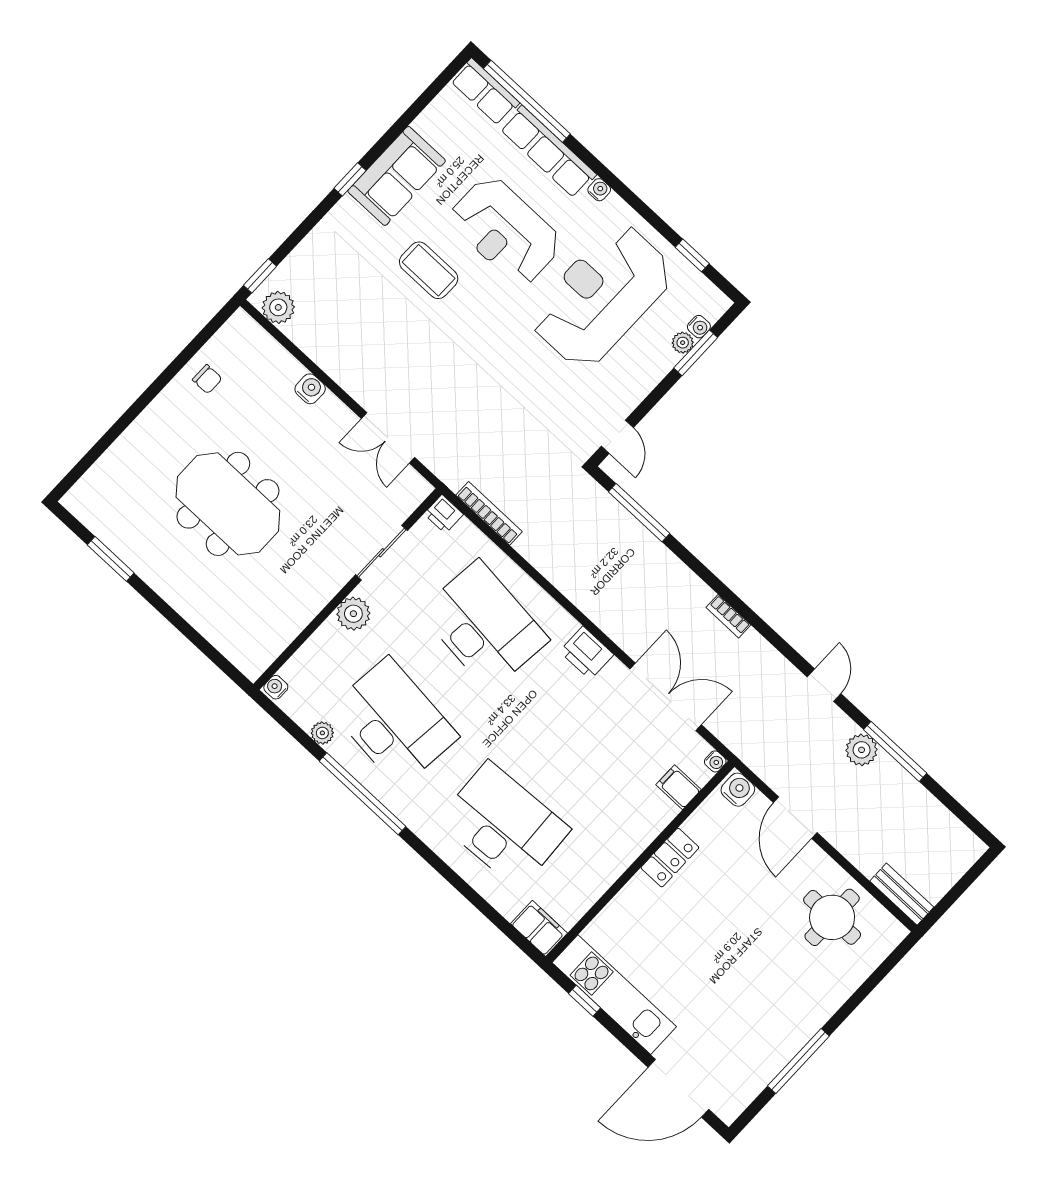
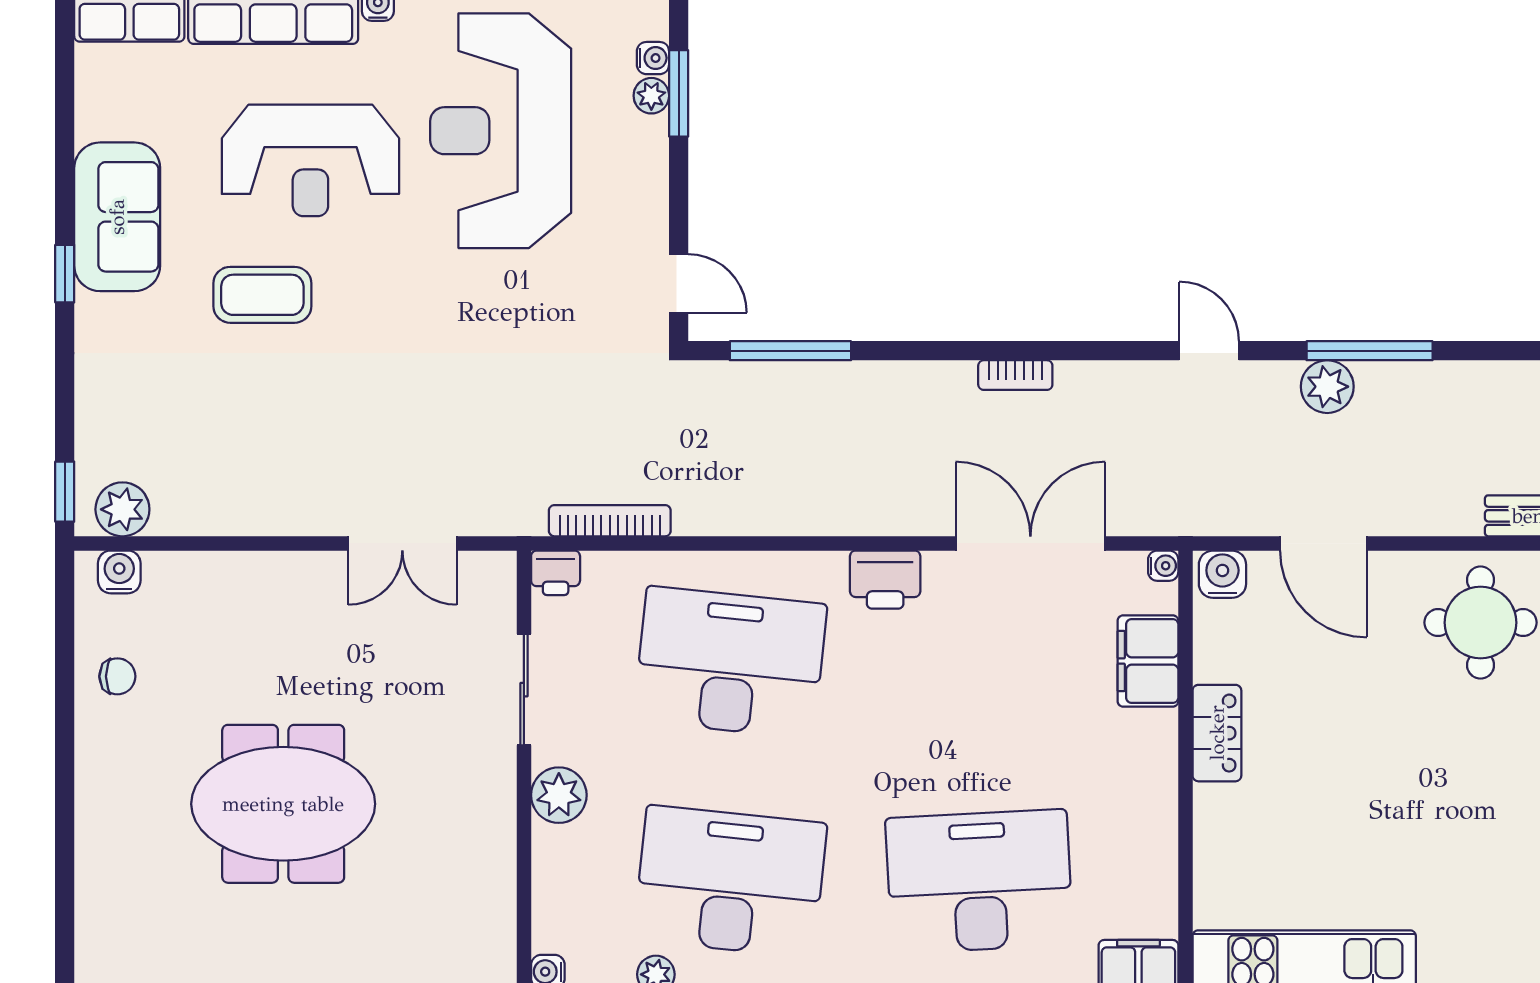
water cooler: (310, 389) -> (119, 572), moved
filing cabinet: (679, 787) -> (1148, 661), width x2.00

